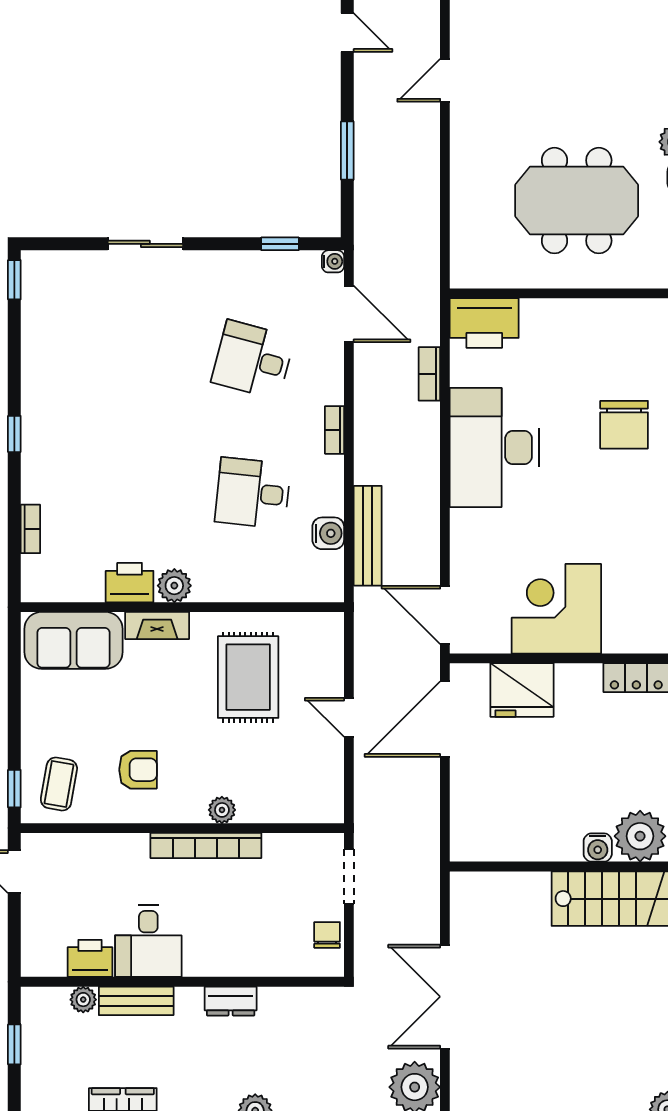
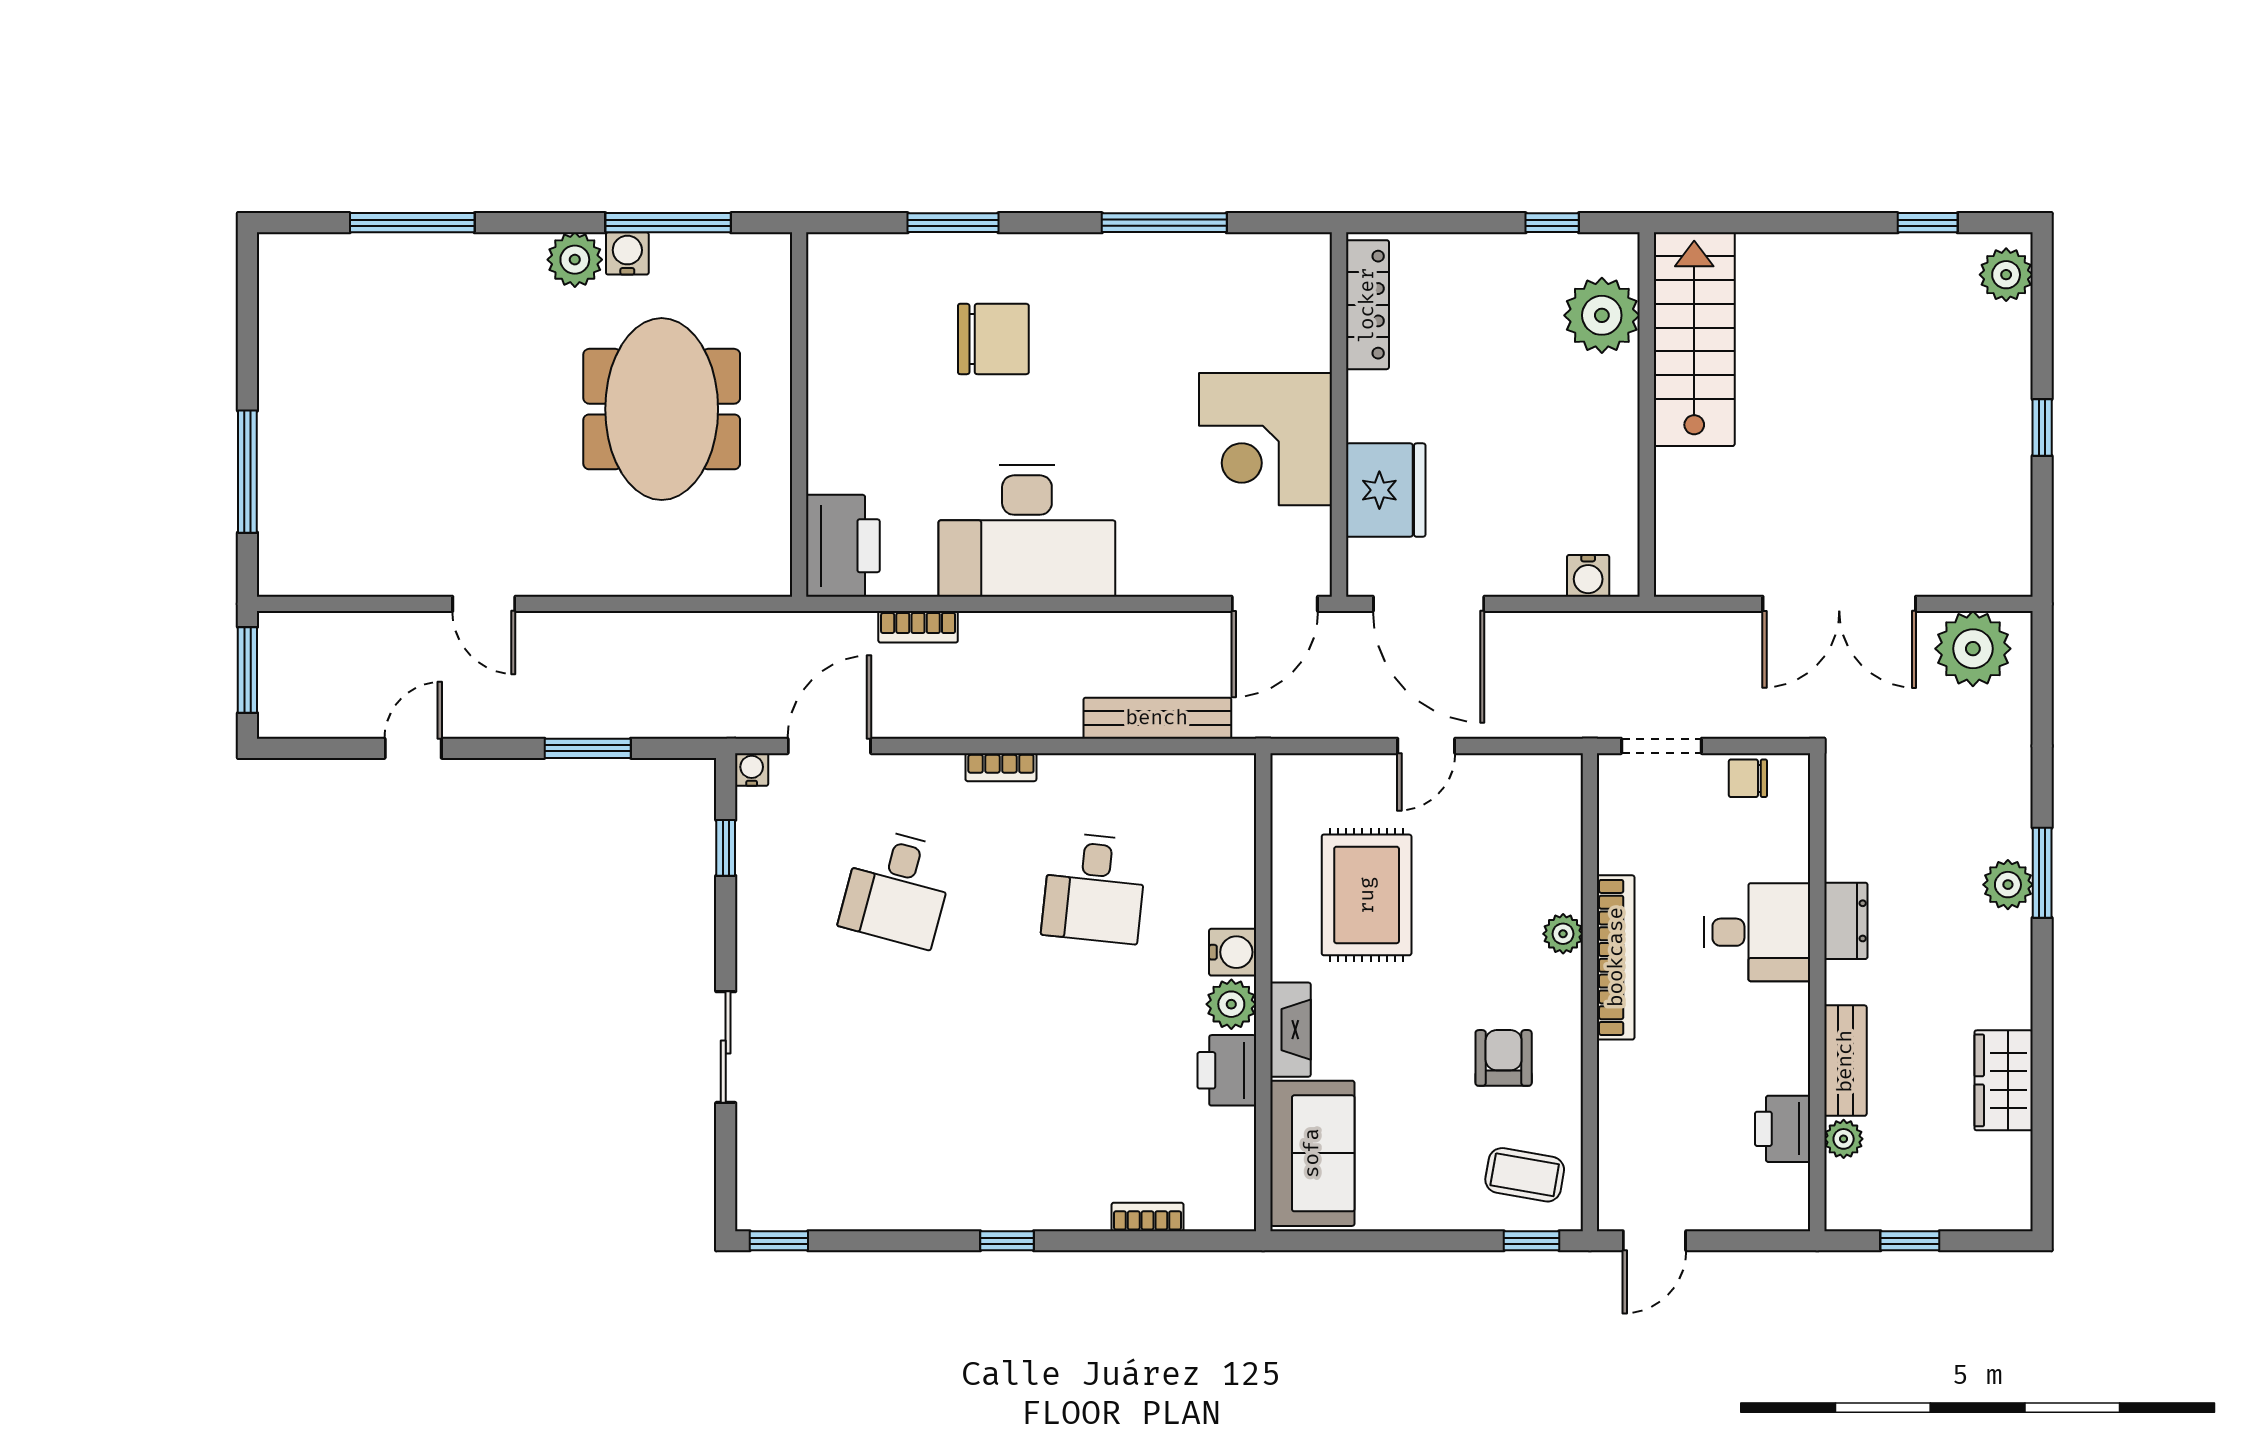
water cooler: (328, 533) -> (1233, 952), moved, turned 90
rug: (248, 677) -> (1367, 895), turned 90
water cooler: (598, 848) -> (1588, 576), moved, turned 90
desk: (148, 941) -> (1757, 932), moved

